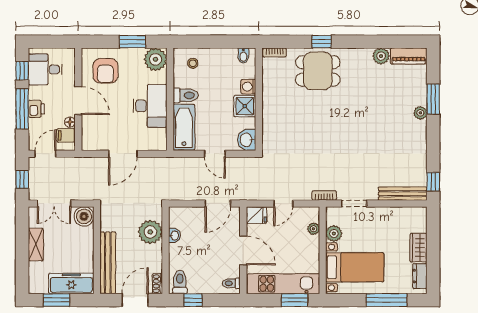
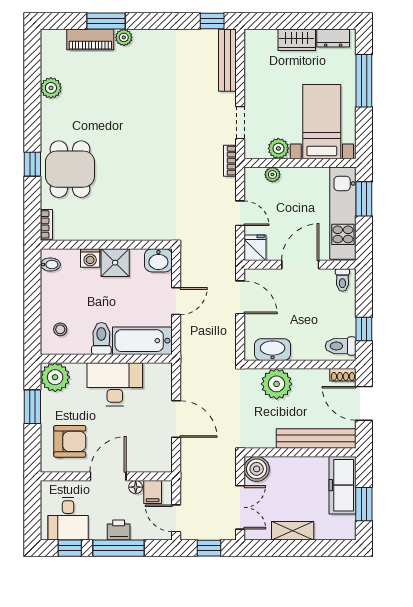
piano: (409, 56) -> (90, 39), moved, turned 90
washbasin: (174, 236) -> (273, 350), width x1.91, depth x1.45

